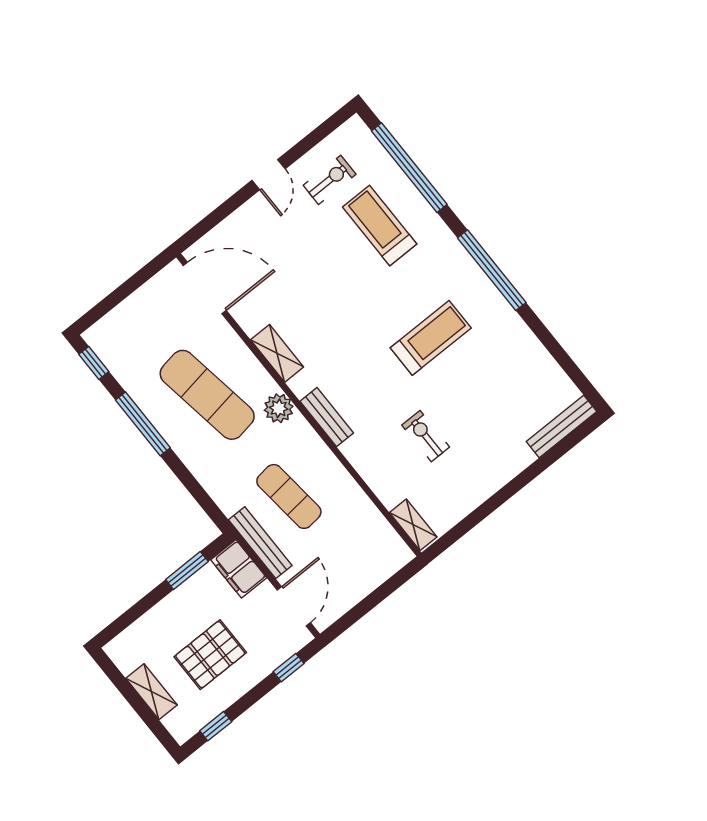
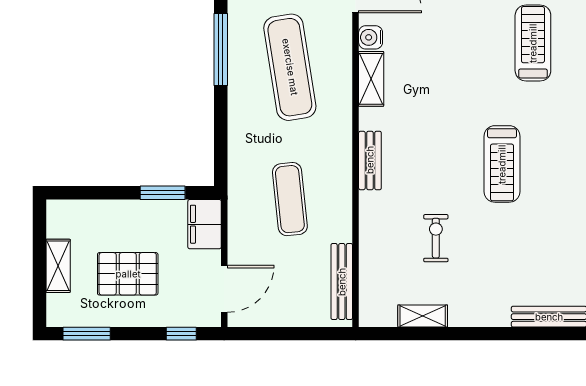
water cooler: (251, 322) -> (371, 37), added
treadmill: (431, 338) -> (502, 164), turned 90
plant: (279, 408) -> (338, 123), removed
shelving: (413, 525) -> (423, 316), moved, turned 90
bench: (260, 543) -> (342, 282), moved
window: (216, 726) -> (87, 334), width x1.50

